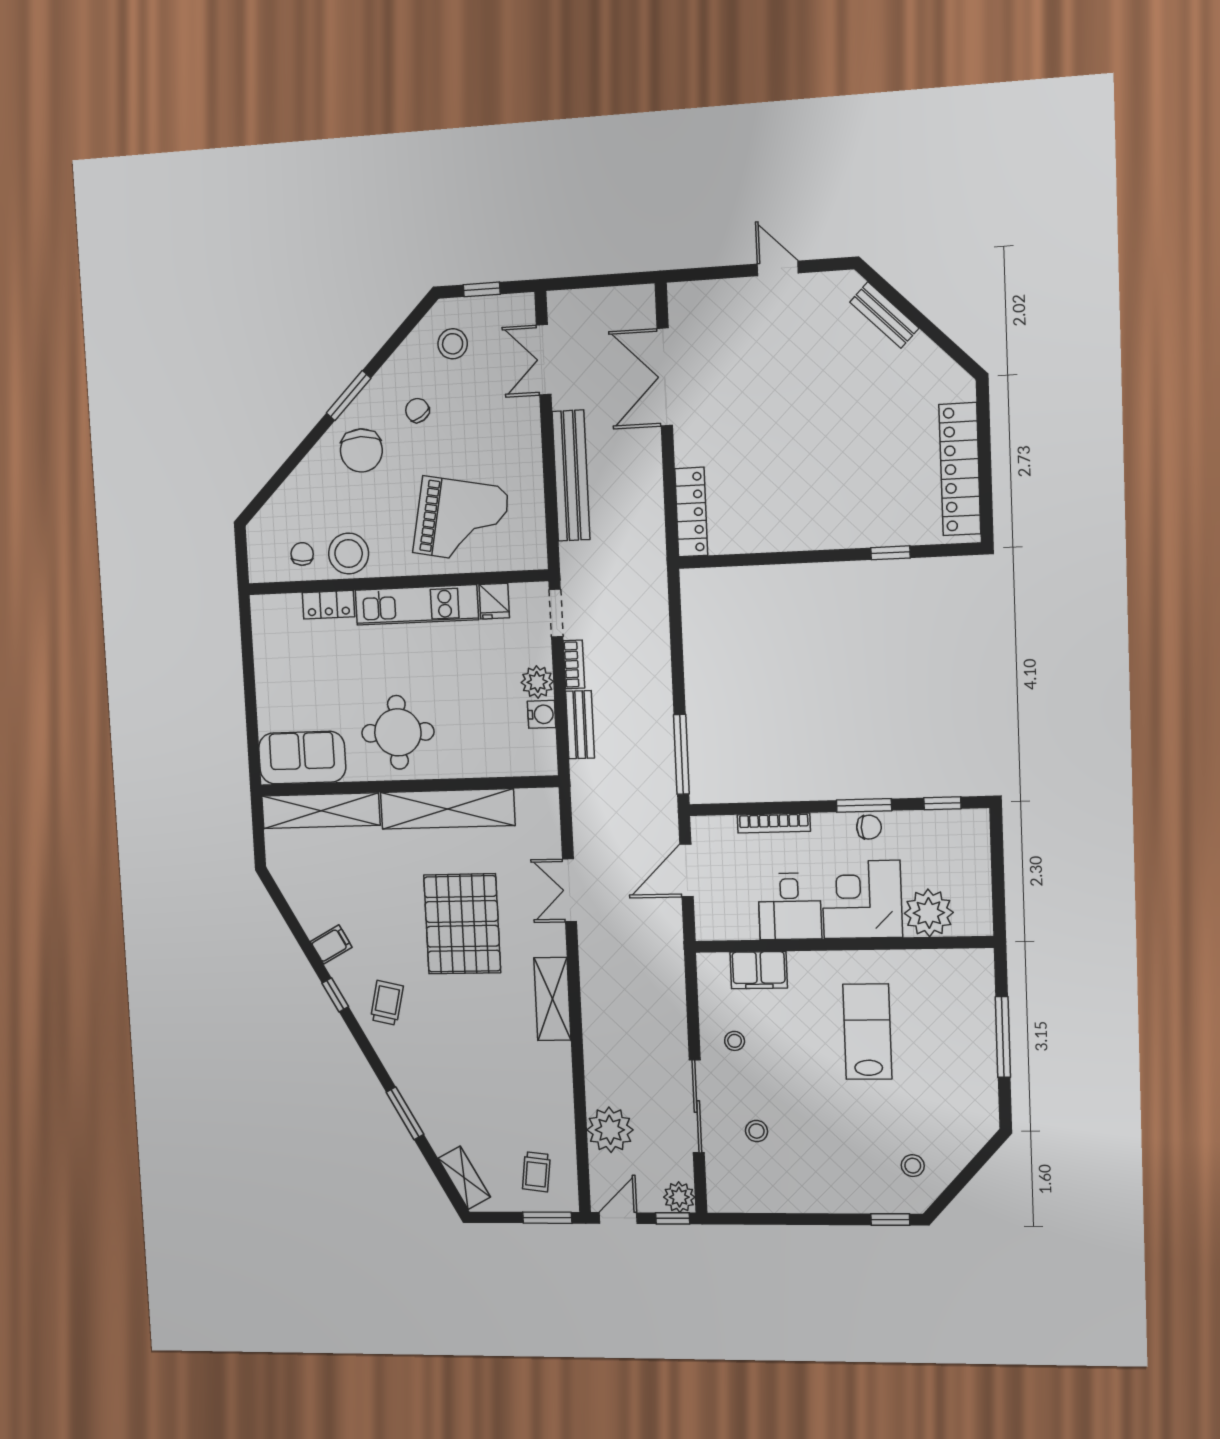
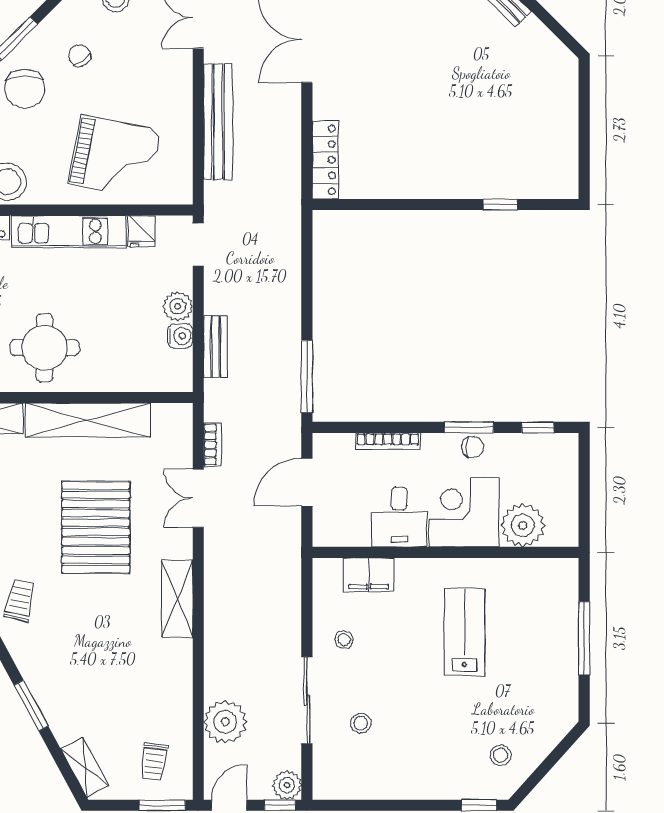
locker: (960, 469) -> (563, 135), removed
bookcase: (574, 664) -> (212, 445), moved

